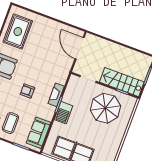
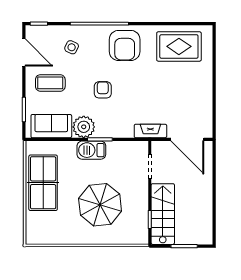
door: (80, 48) -> (187, 139), swing flipped
fireplace: (56, 95) -> (150, 131), moved
parasol: (105, 108) -> (100, 205), moved
plant: (47, 112) -> (84, 127), added

